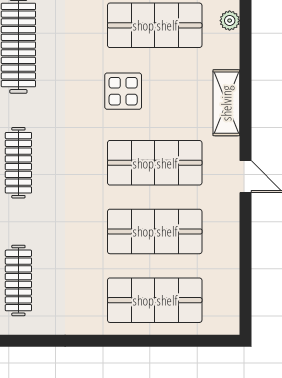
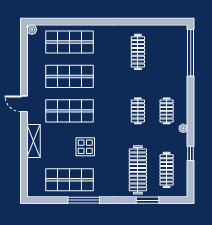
plant: (230, 21) -> (32, 30), moved
clothes rail: (18, 163) -> (138, 111), width x0.73

